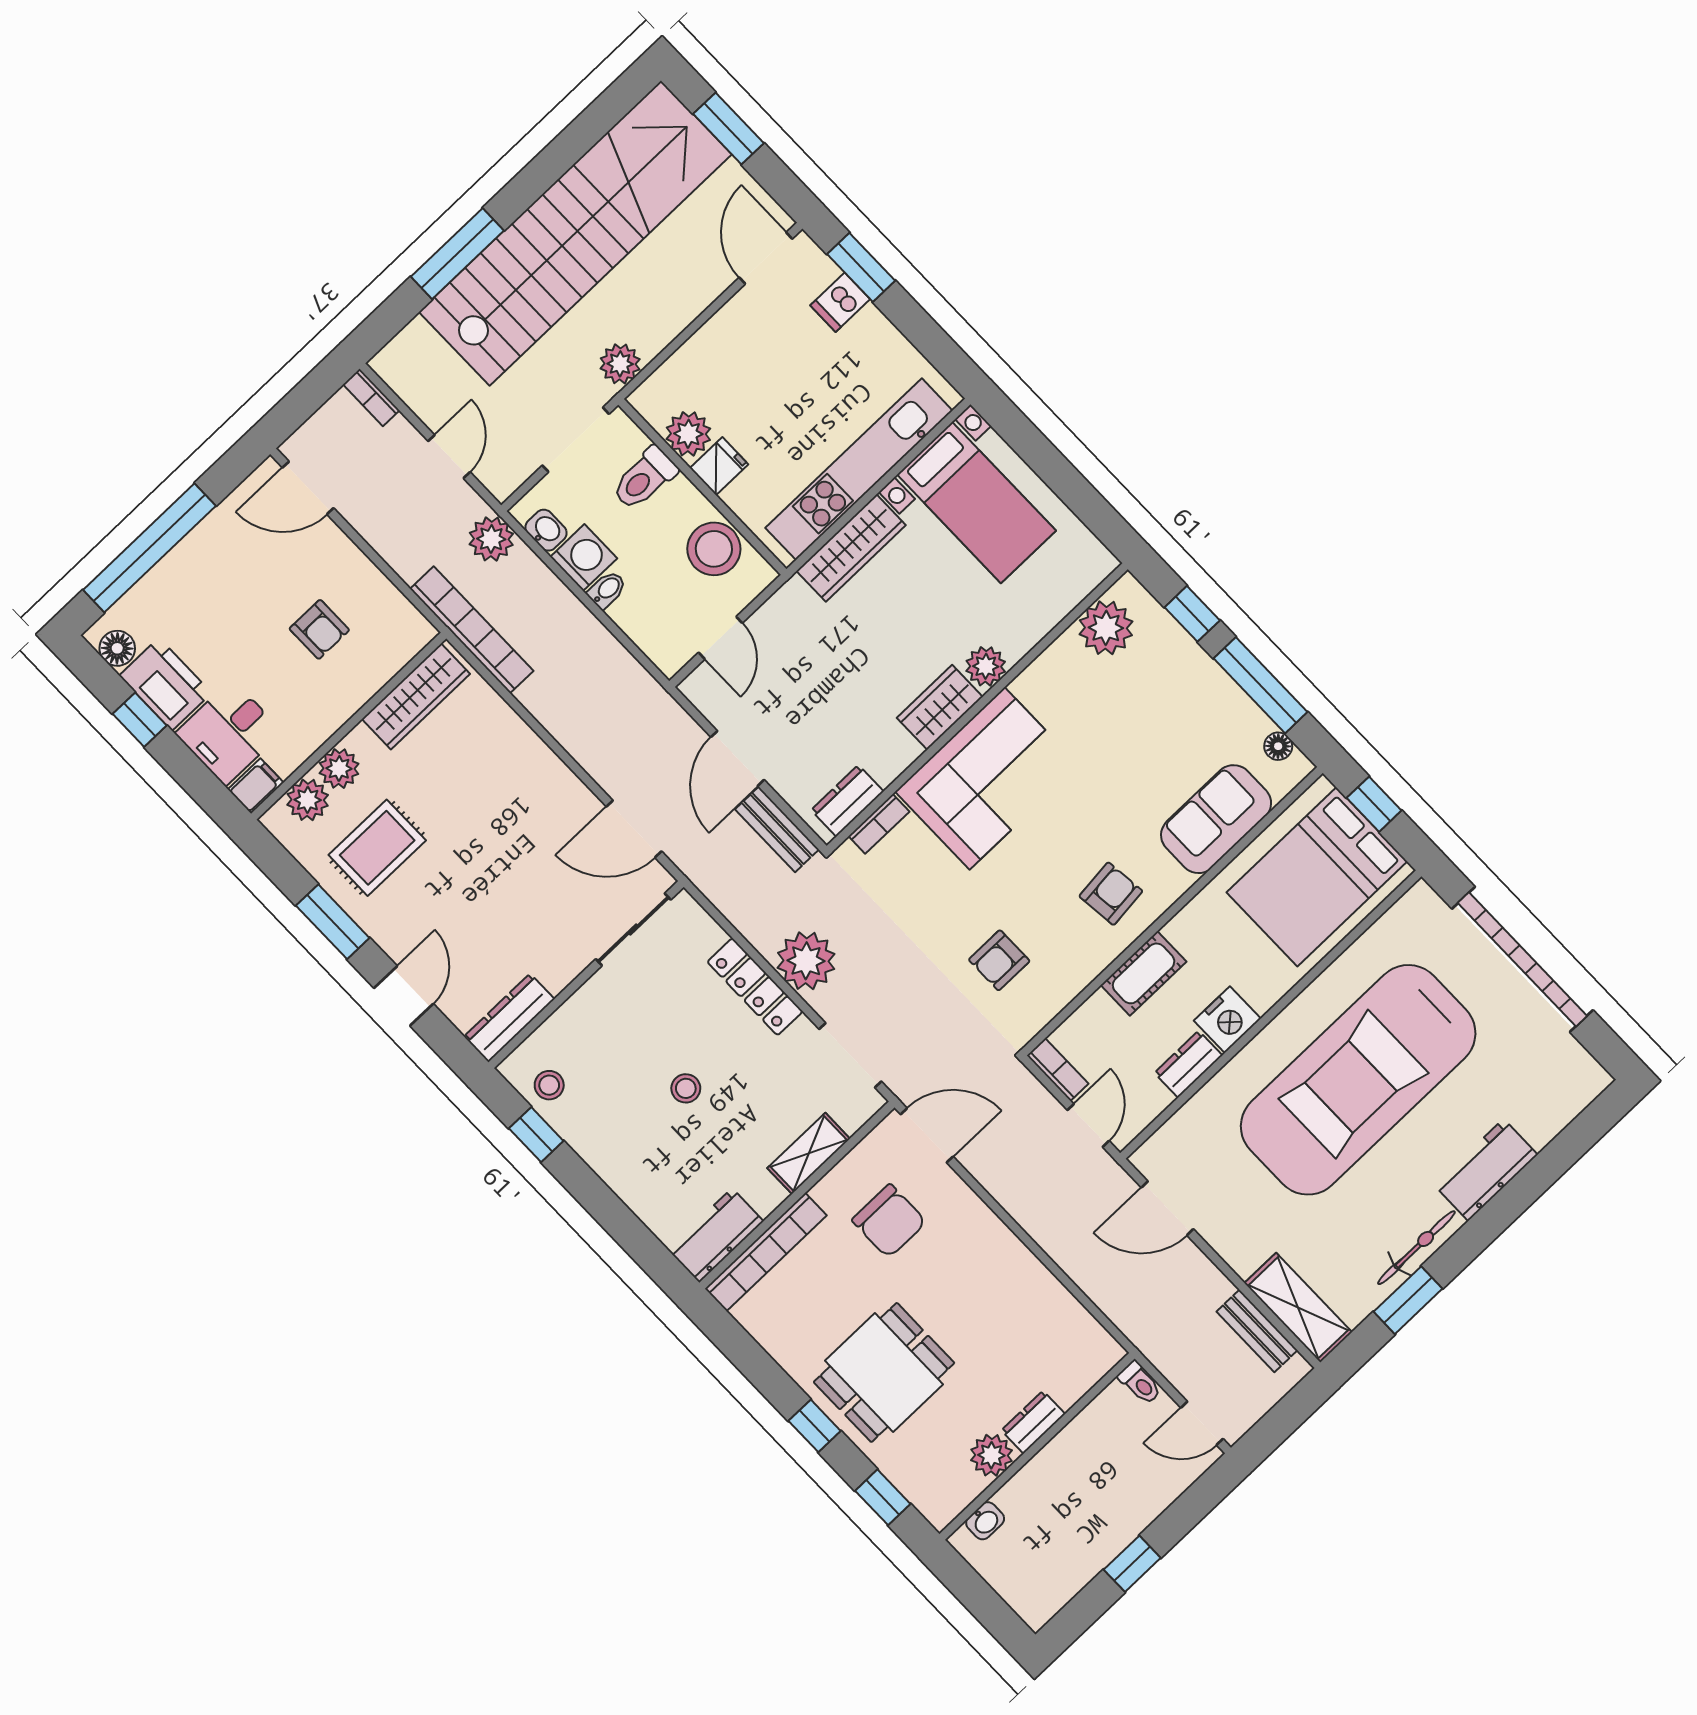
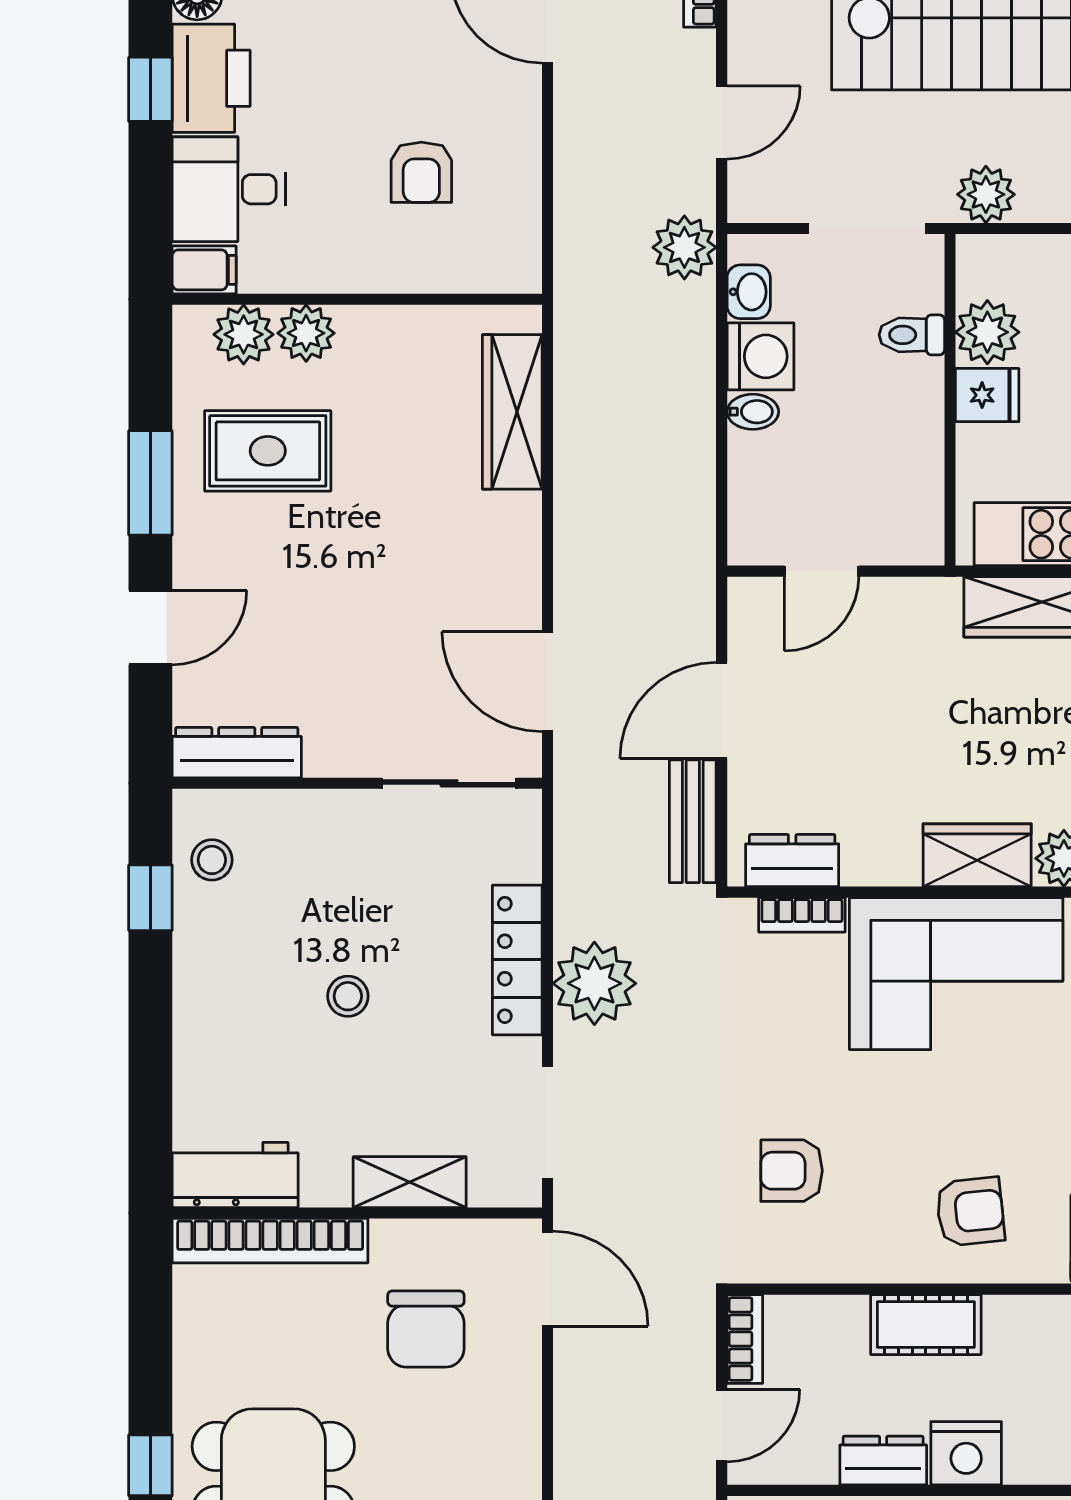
toilet: (644, 478) -> (912, 335), width x0.73, depth x0.72
stool: (714, 549) -> (901, 474), removed
bookcase: (472, 630) -> (576, 321), removed
wardrobe: (416, 696) -> (512, 412), moved, turned 90

